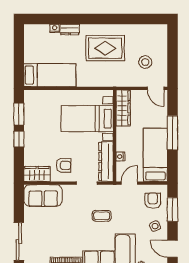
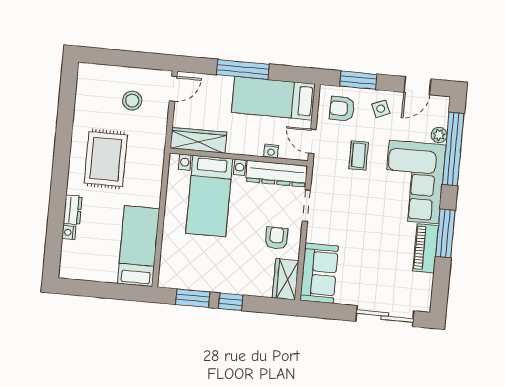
coffee table: (102, 216) -> (359, 155), moved

